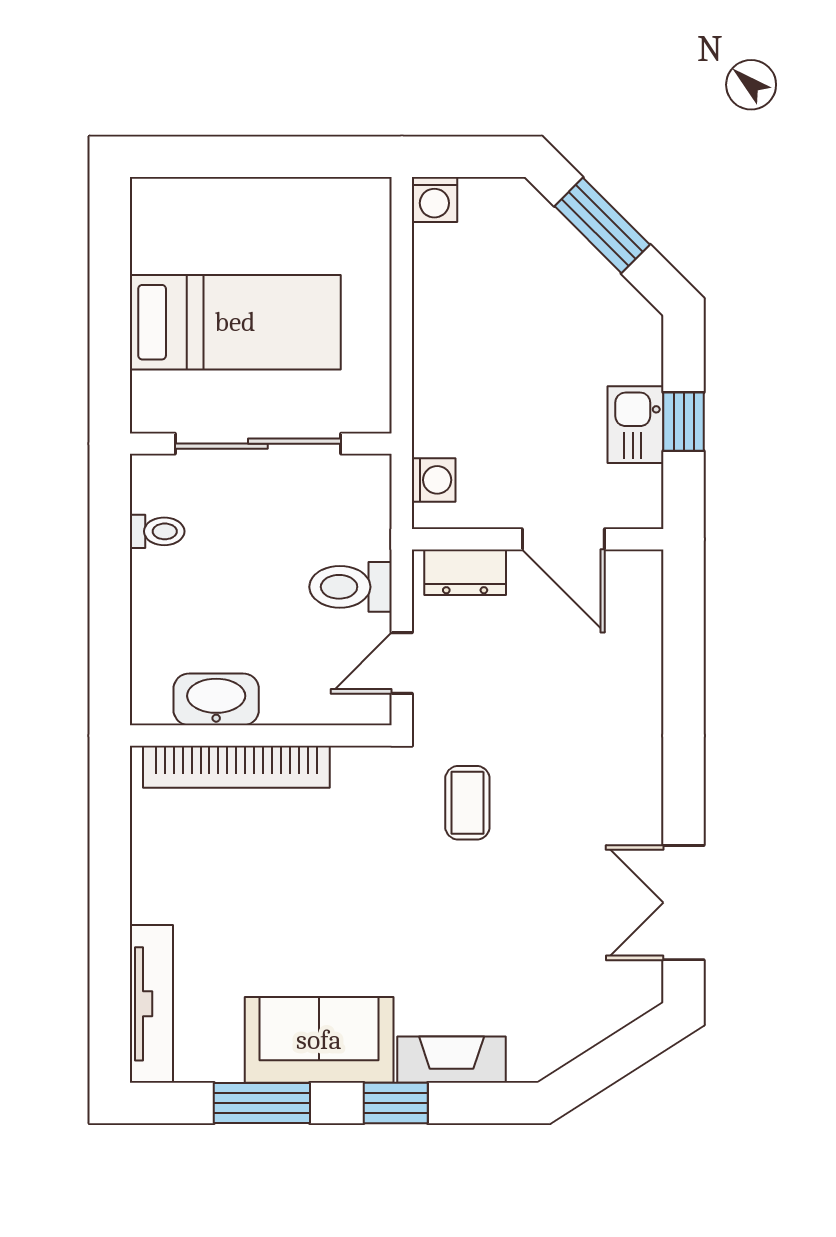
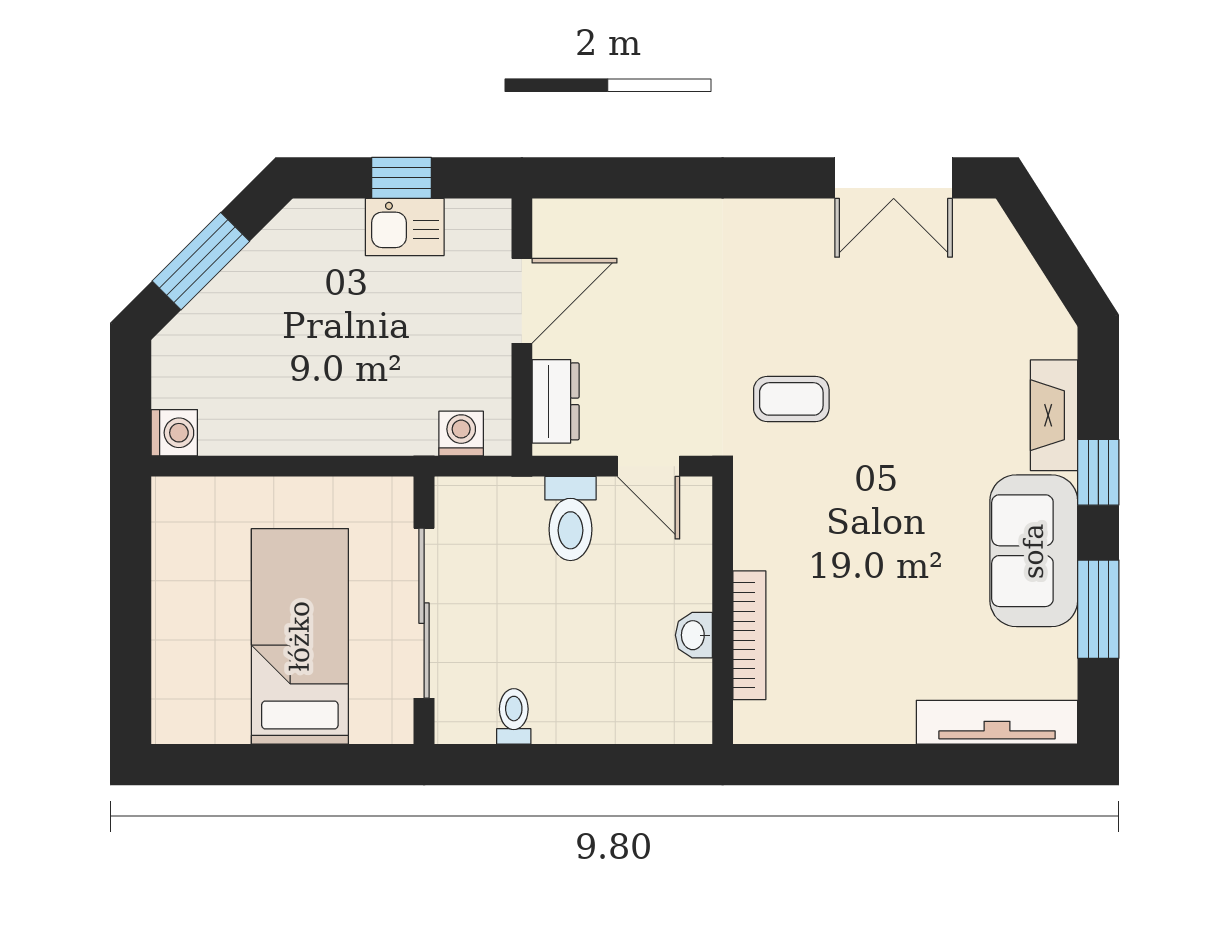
washbasin: (216, 699) -> (694, 635), width x0.52, depth x0.69
bookcase: (236, 767) -> (749, 635), width x0.68, depth x0.76

